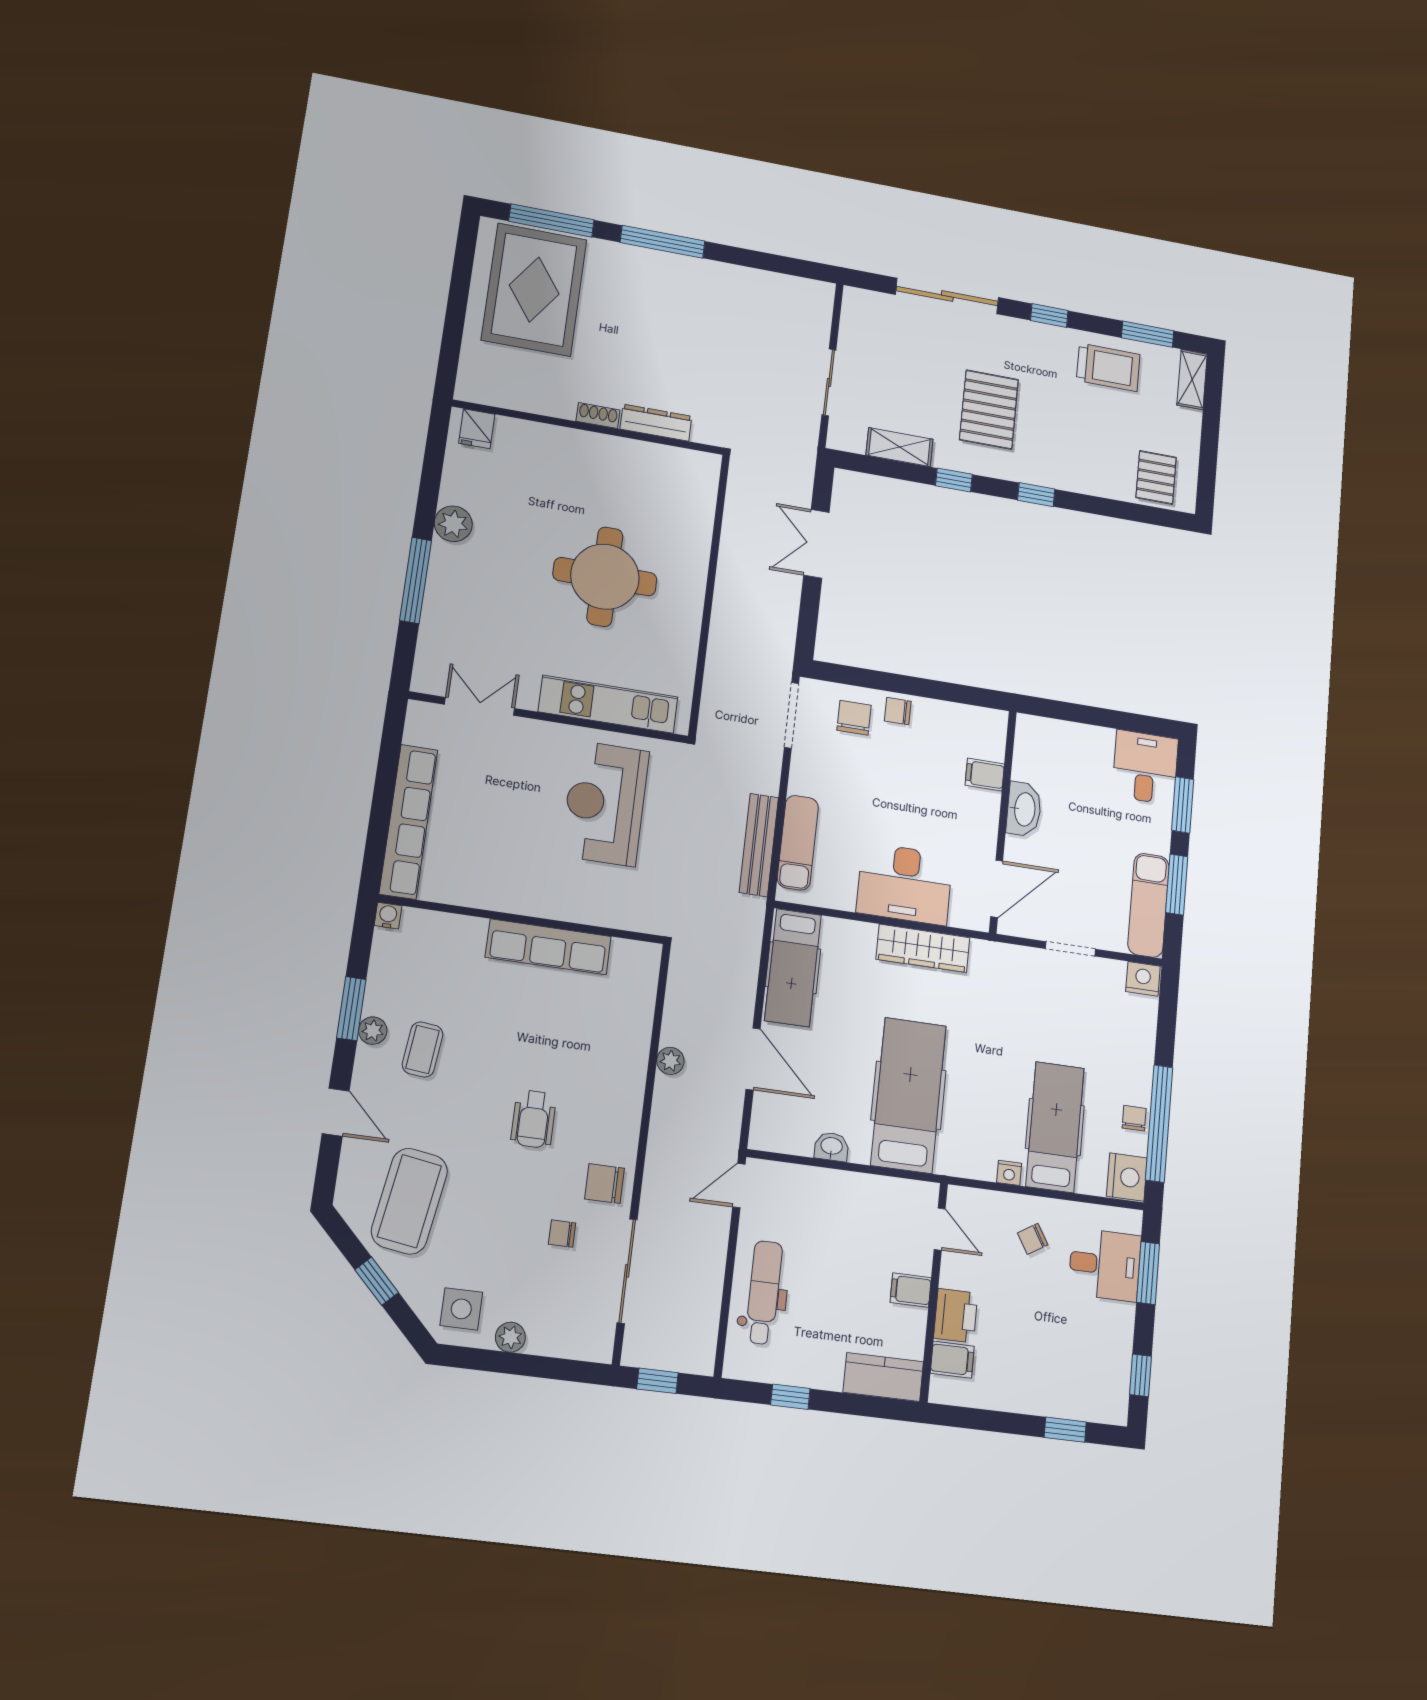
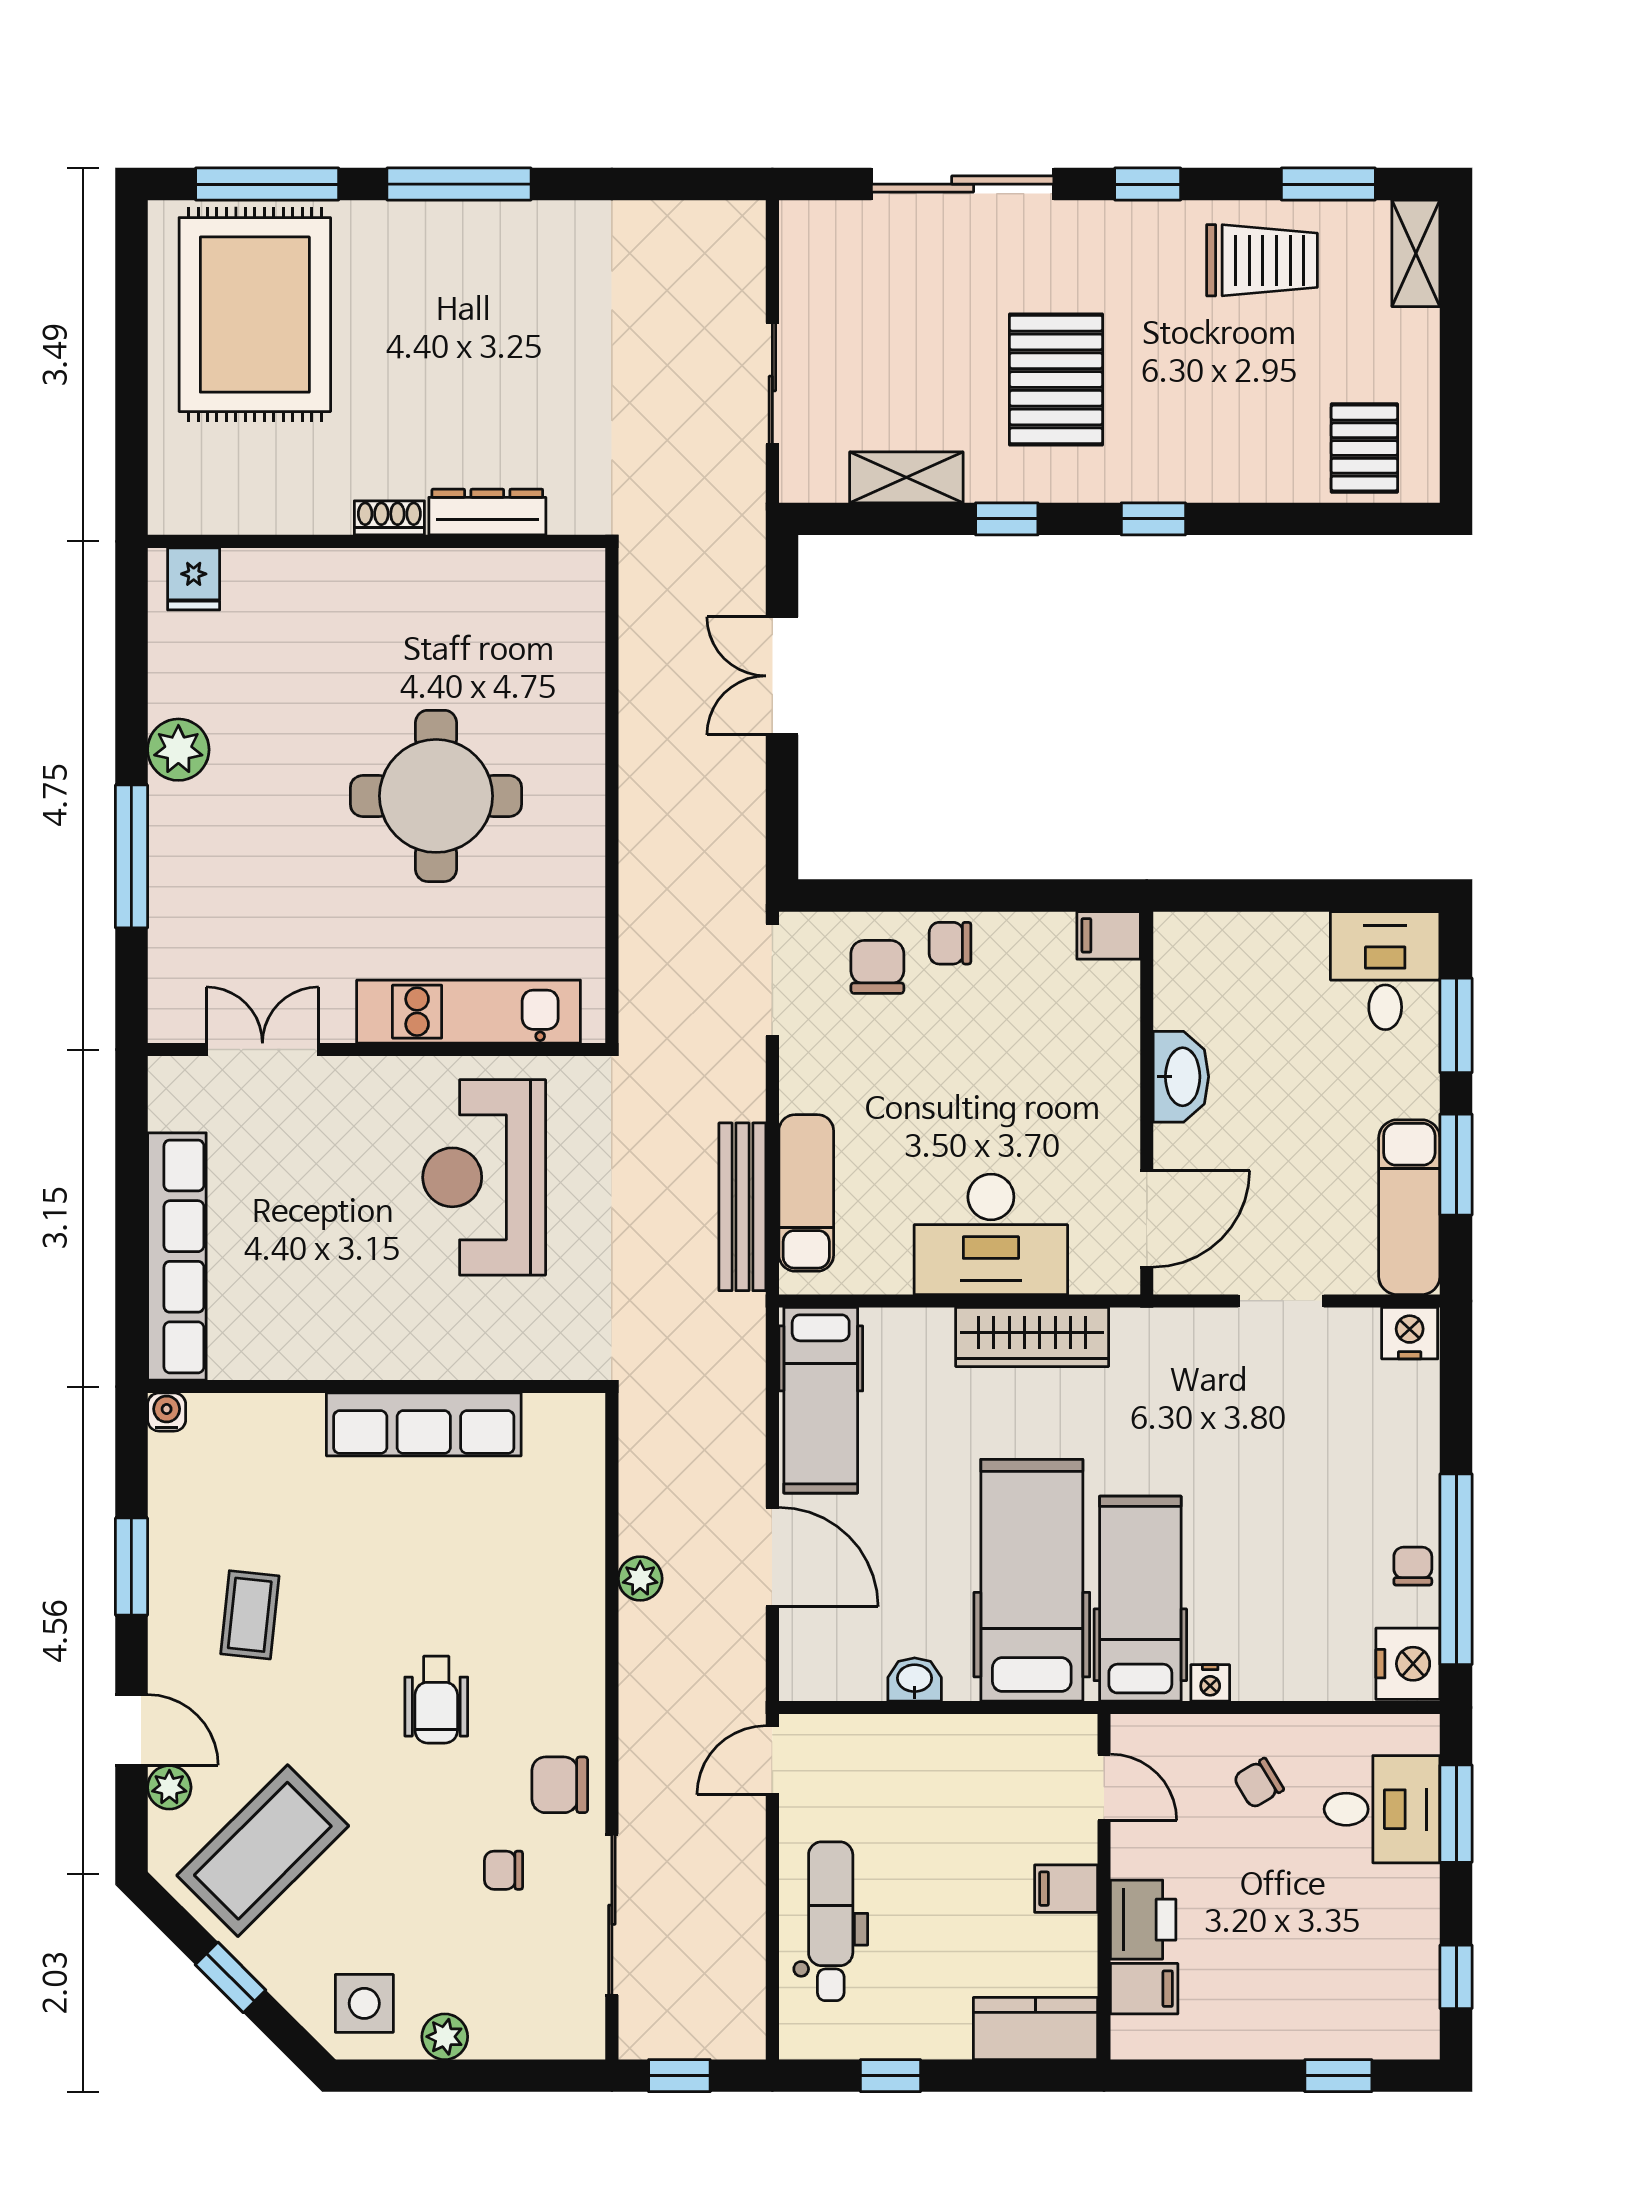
filing cabinet: (985, 775) -> (1109, 935), moved
plant: (373, 1031) -> (169, 1787), moved
hospital bed: (1055, 1127) -> (1140, 1599), moved
coffee table: (409, 1201) -> (263, 1851), turned 36

